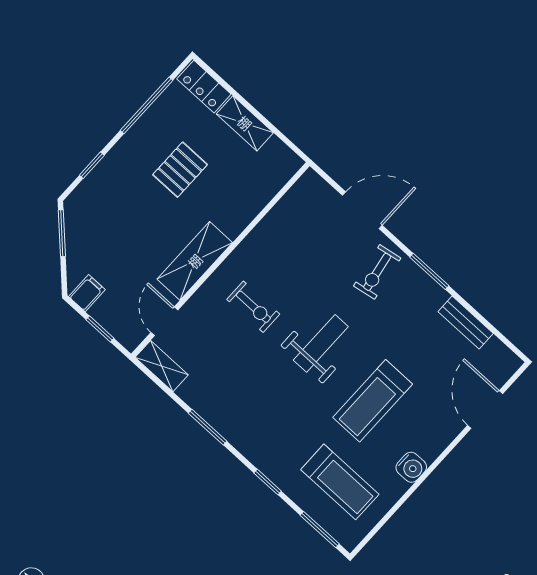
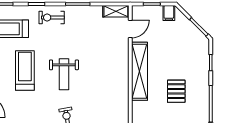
shelving: (195, 261) -> (139, 71), width x1.47
exercise bike: (253, 307) -> (52, 17), moved
door: (164, 321) -> (130, 29), hinge flipped

